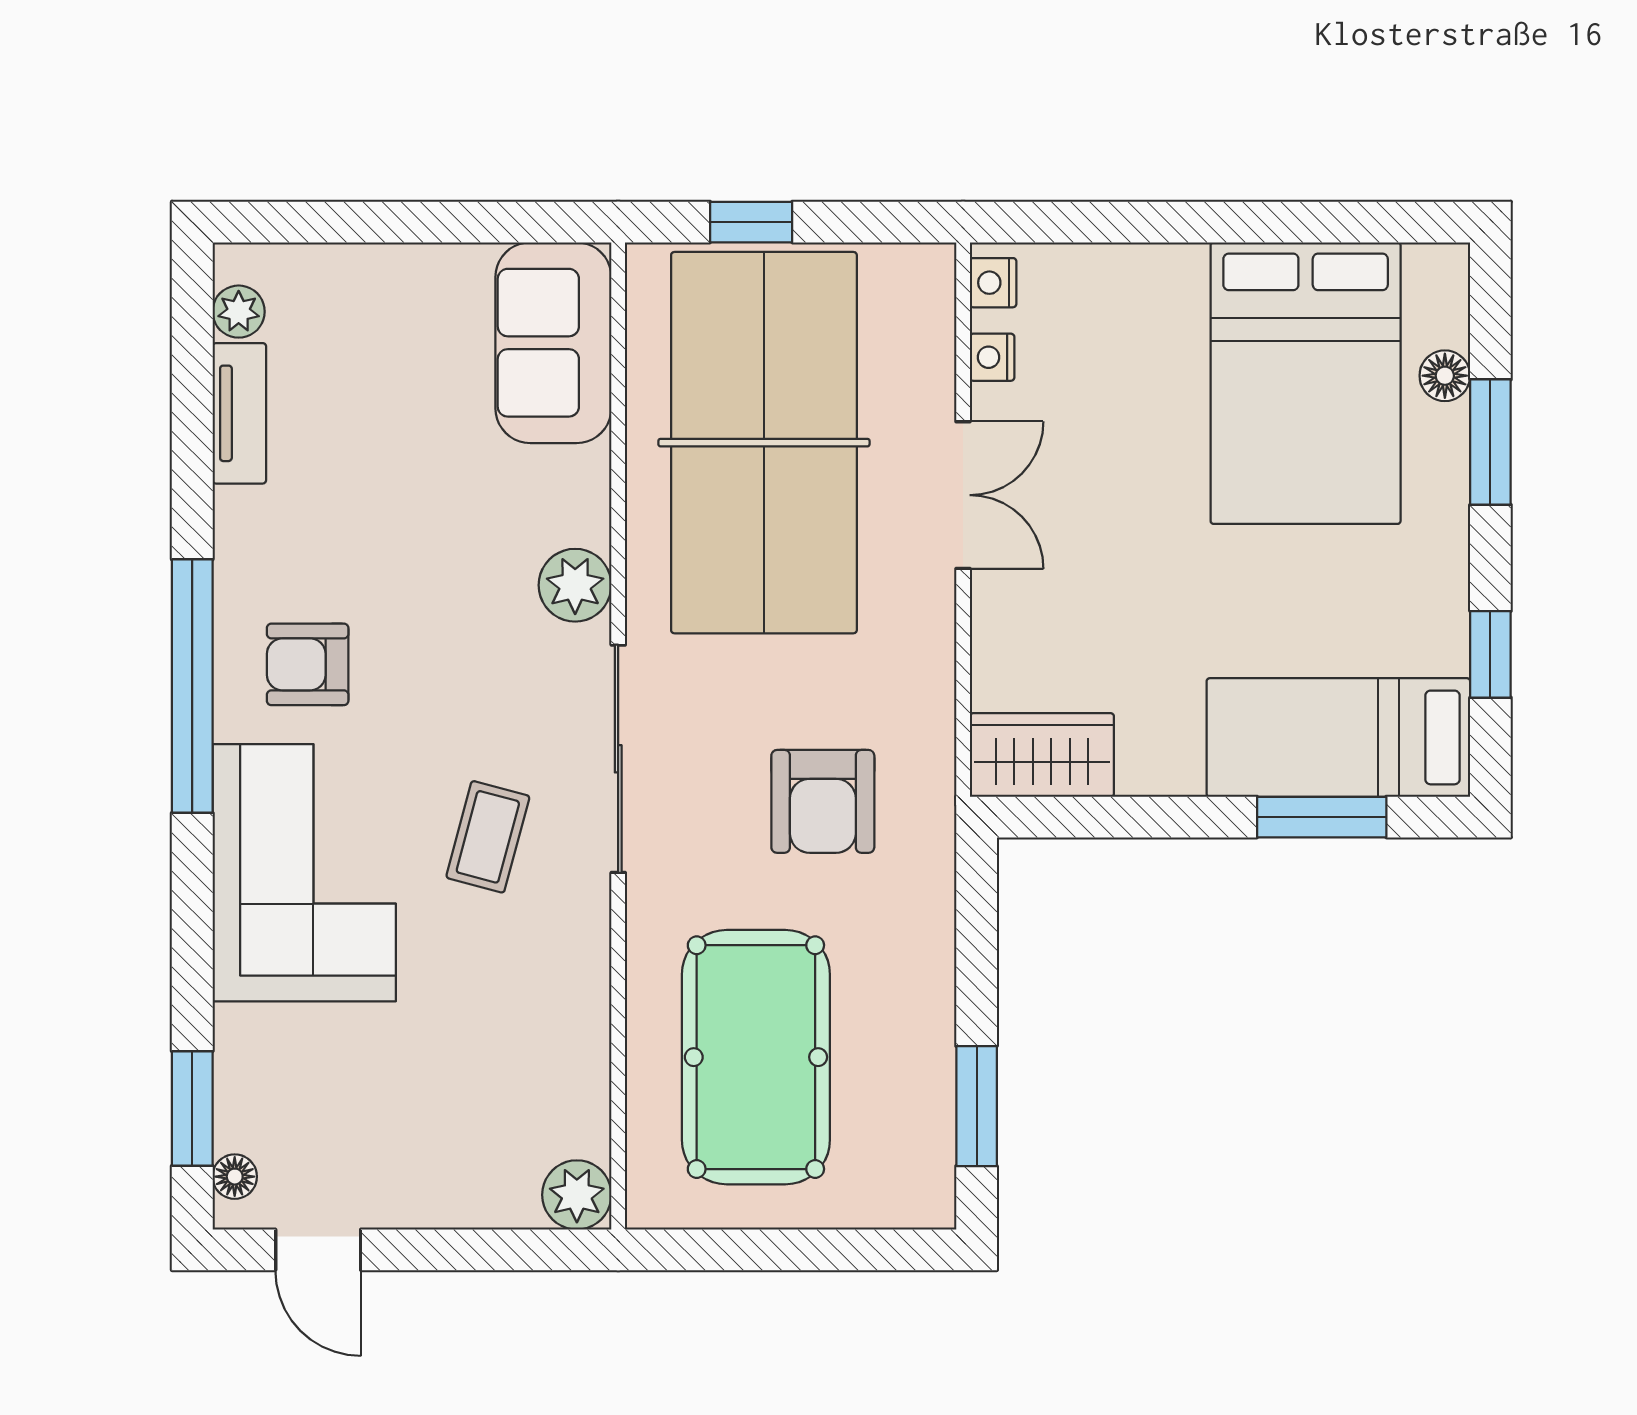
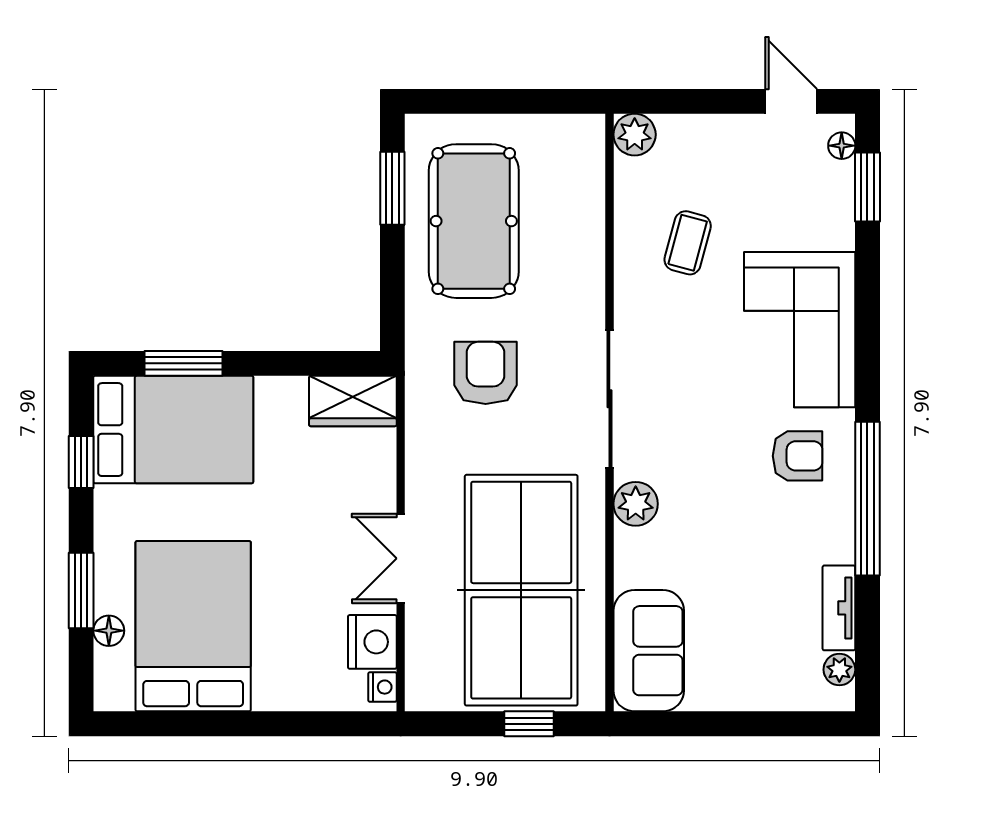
nightstand: (992, 357) -> (372, 642), width x1.89, depth x1.79
window: (192, 686) -> (867, 499), moved
bed: (1338, 737) -> (173, 430), width x1.50
coffee table: (488, 837) -> (688, 243), moved
pool table: (756, 1057) -> (474, 221), moved

